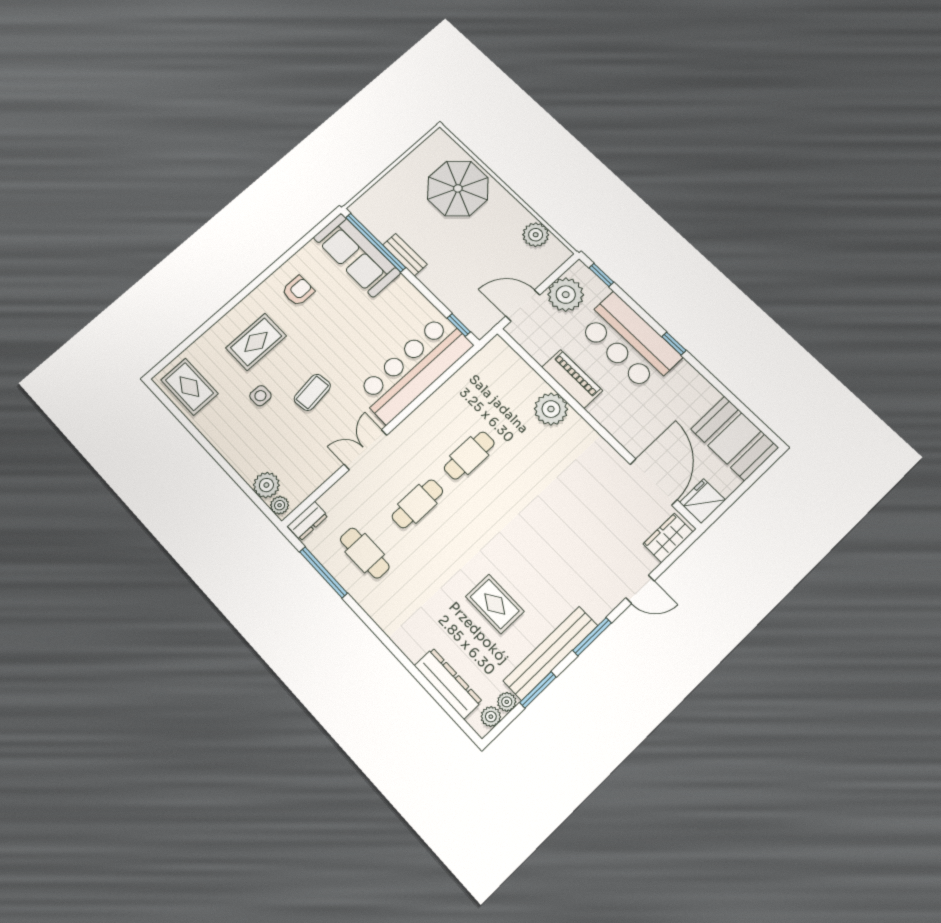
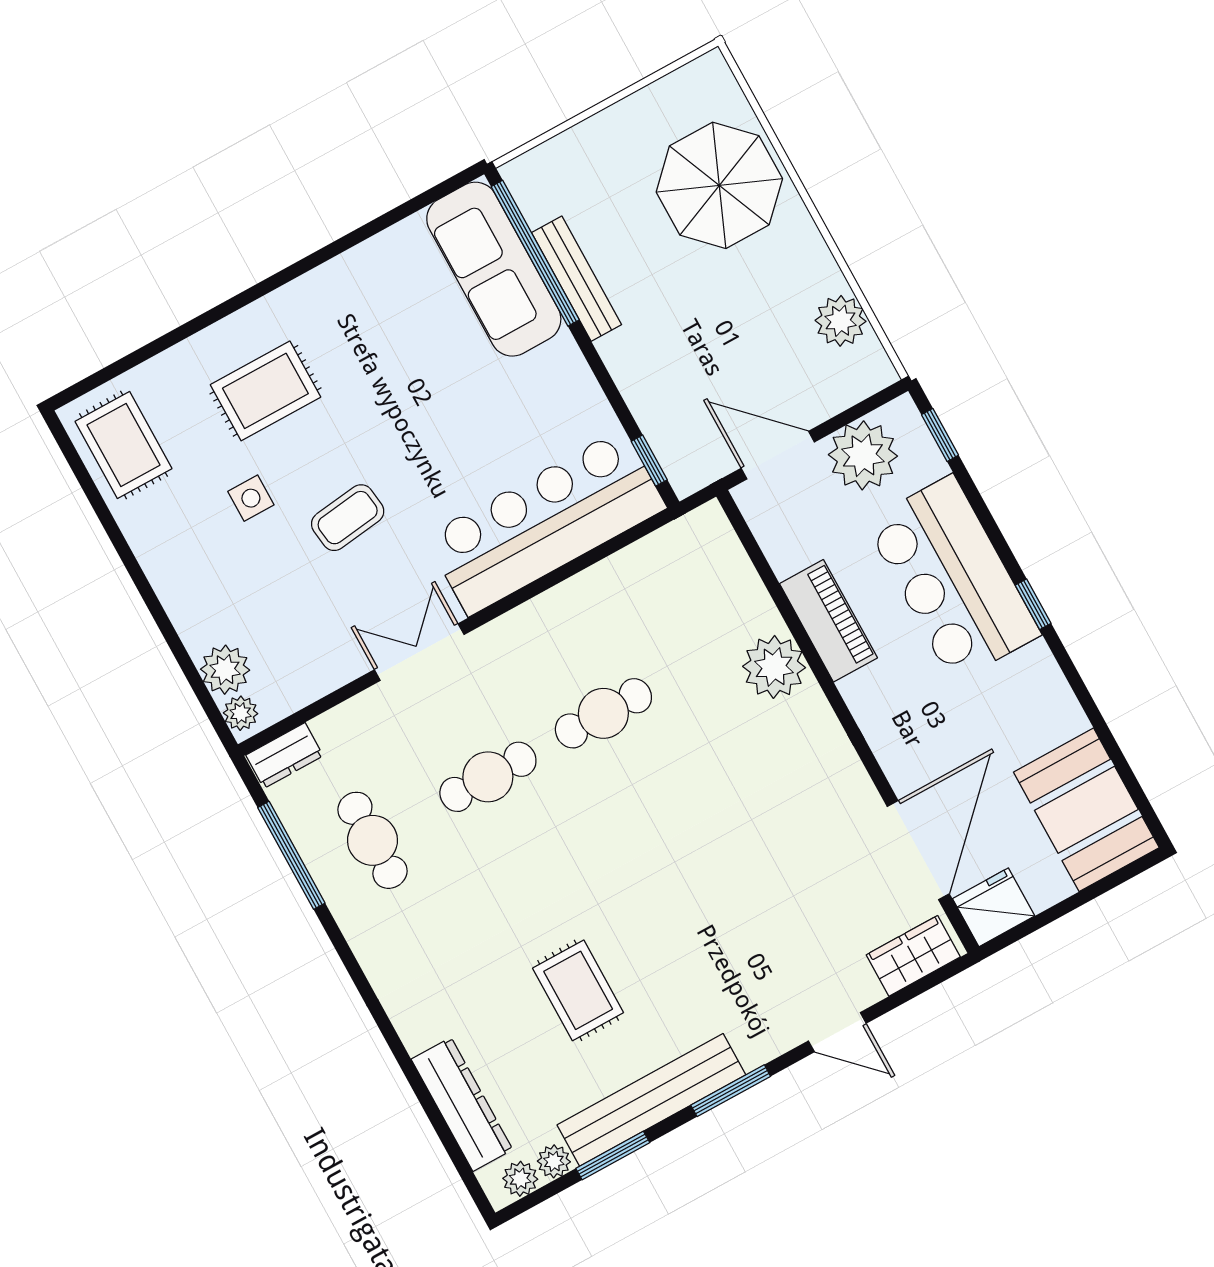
bench: (405, 255) -> (577, 279), width x1.36
armchair: (298, 291) -> (367, 311), removed

